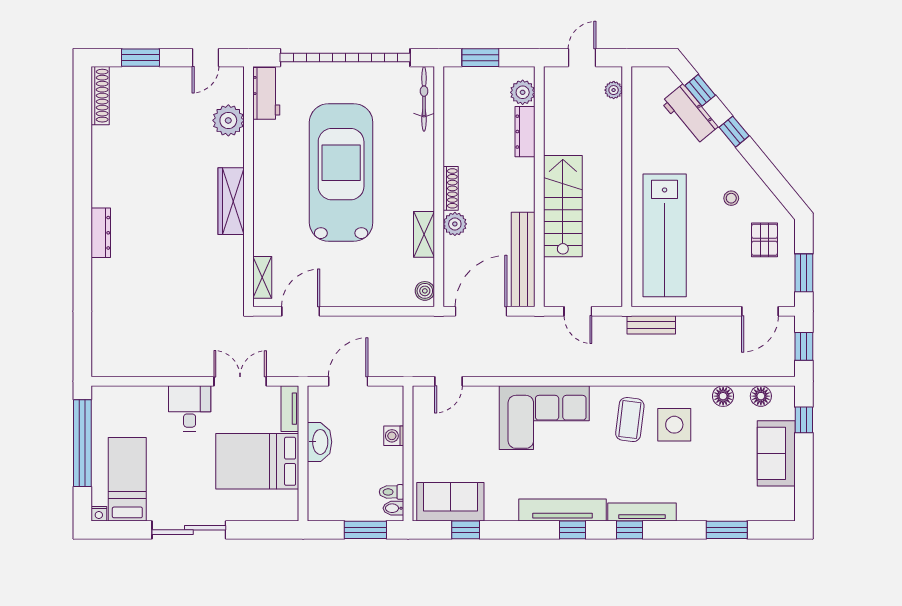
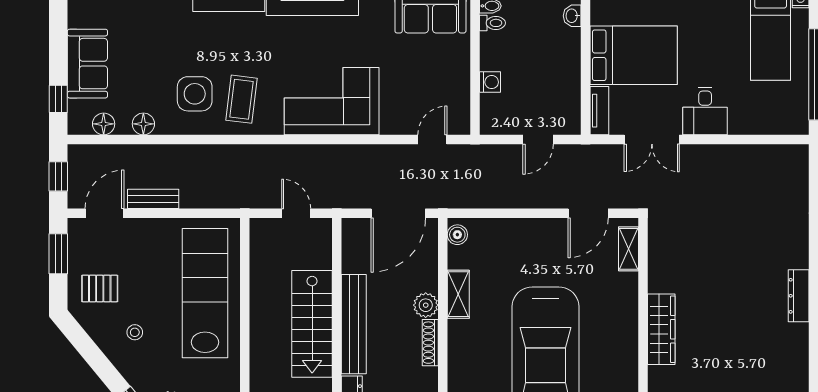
pallet: (764, 240) -> (100, 288), turned 90
bench: (523, 260) -> (354, 324), moved
bench: (651, 325) -> (153, 199), moved
door: (348, 381) -> (538, 140), width x0.73
washbasin: (320, 442) -> (572, 16), moved, width x0.52, depth x0.69

